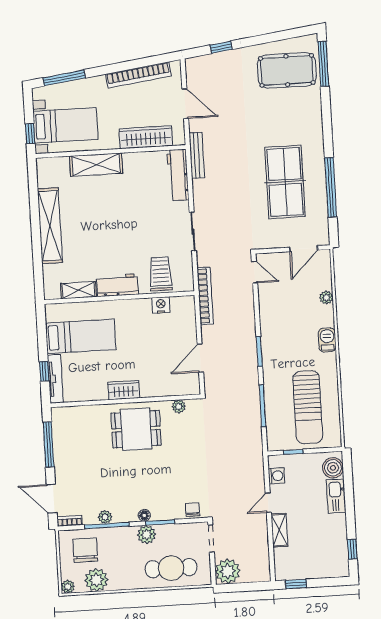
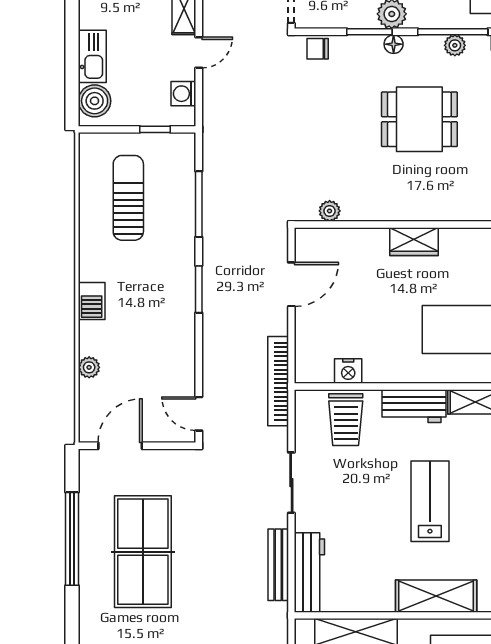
bench: (197, 155) -> (278, 565), moved
lab bench: (104, 225) -> (430, 501), added
sun lounger: (308, 407) -> (128, 198), width x0.73, depth x0.75
dining table: (136, 429) -> (419, 119), moved
chair: (193, 510) -> (318, 49), turned 90

